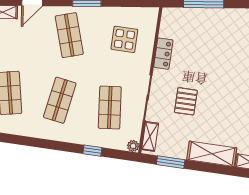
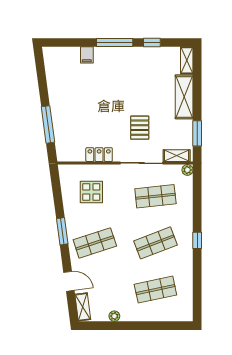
shop shelf: (60, 100) -> (155, 243), turned -30
pallet: (186, 101) -> (140, 128), turned 90
window: (92, 151) -> (197, 240), moved

